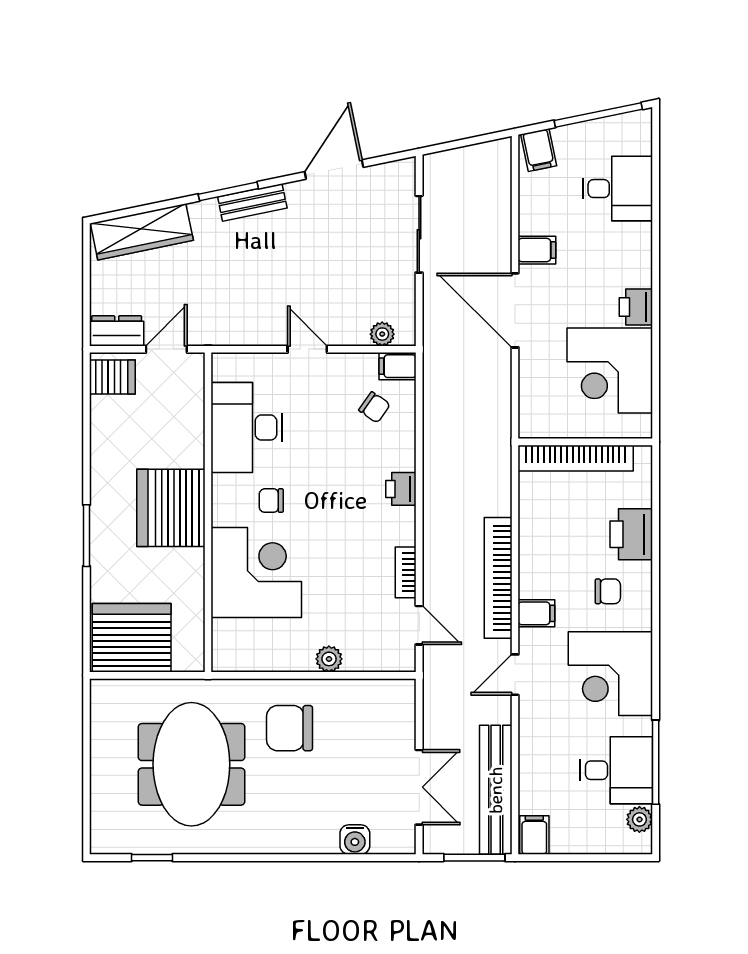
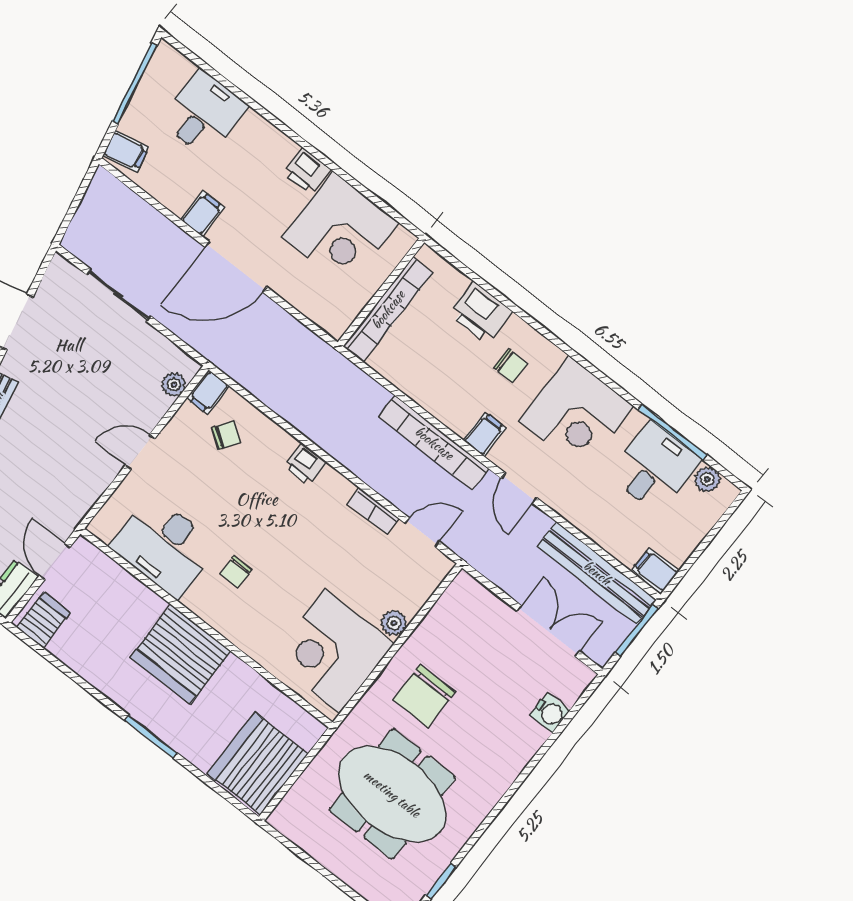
corner desk: (256, 572) -> (332, 651), moved, turned -90
chair: (608, 591) -> (511, 365), turned 90

